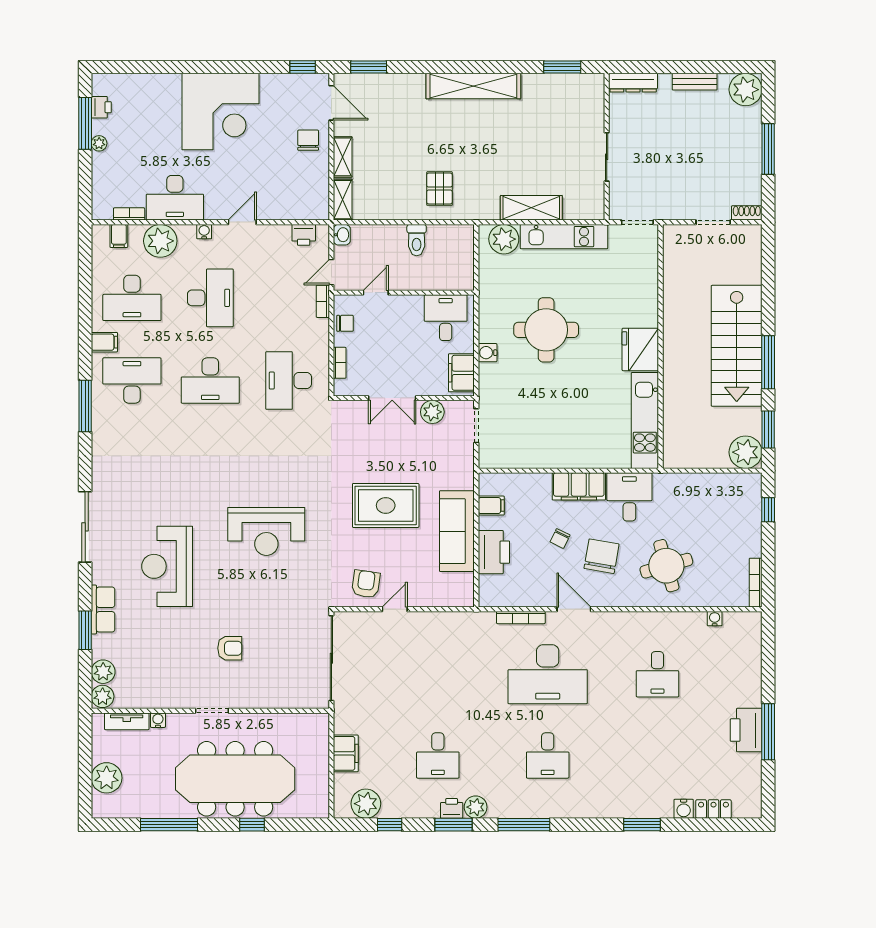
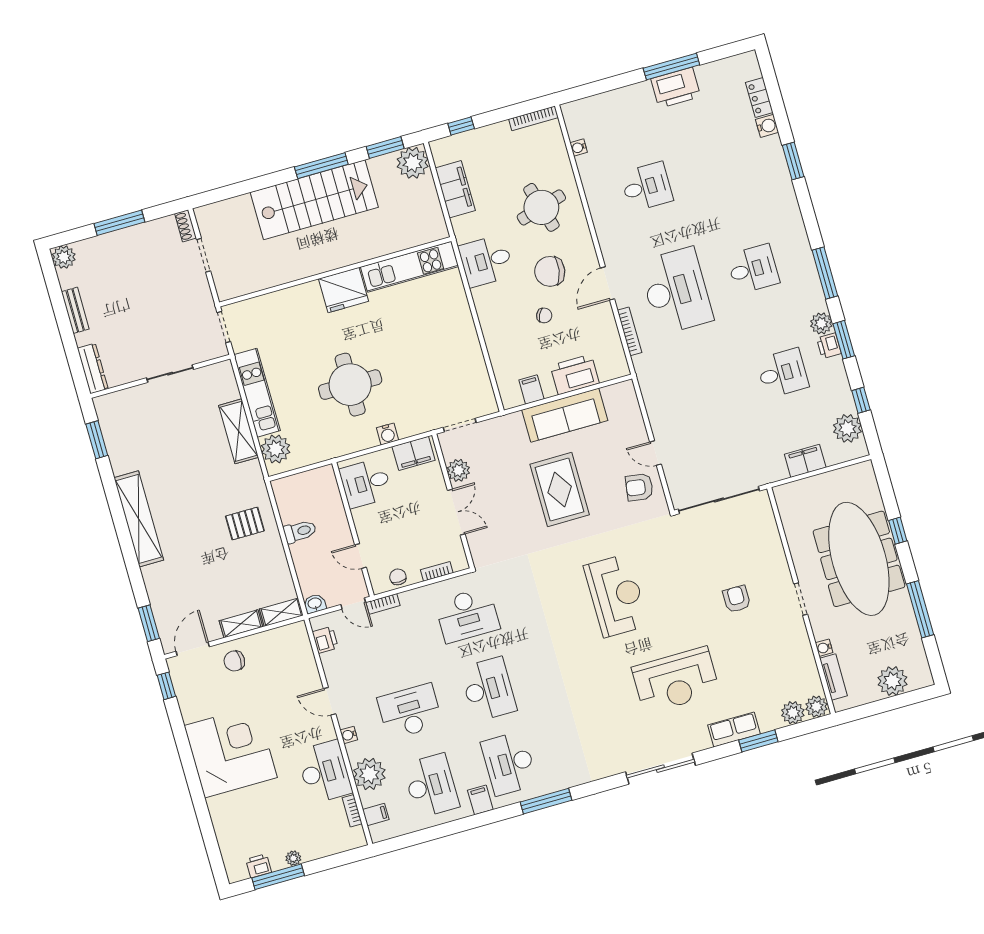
plant: (746, 90) -> (64, 257), width x0.73, depth x0.73
filing cabinet: (579, 486) -> (455, 189), moved

